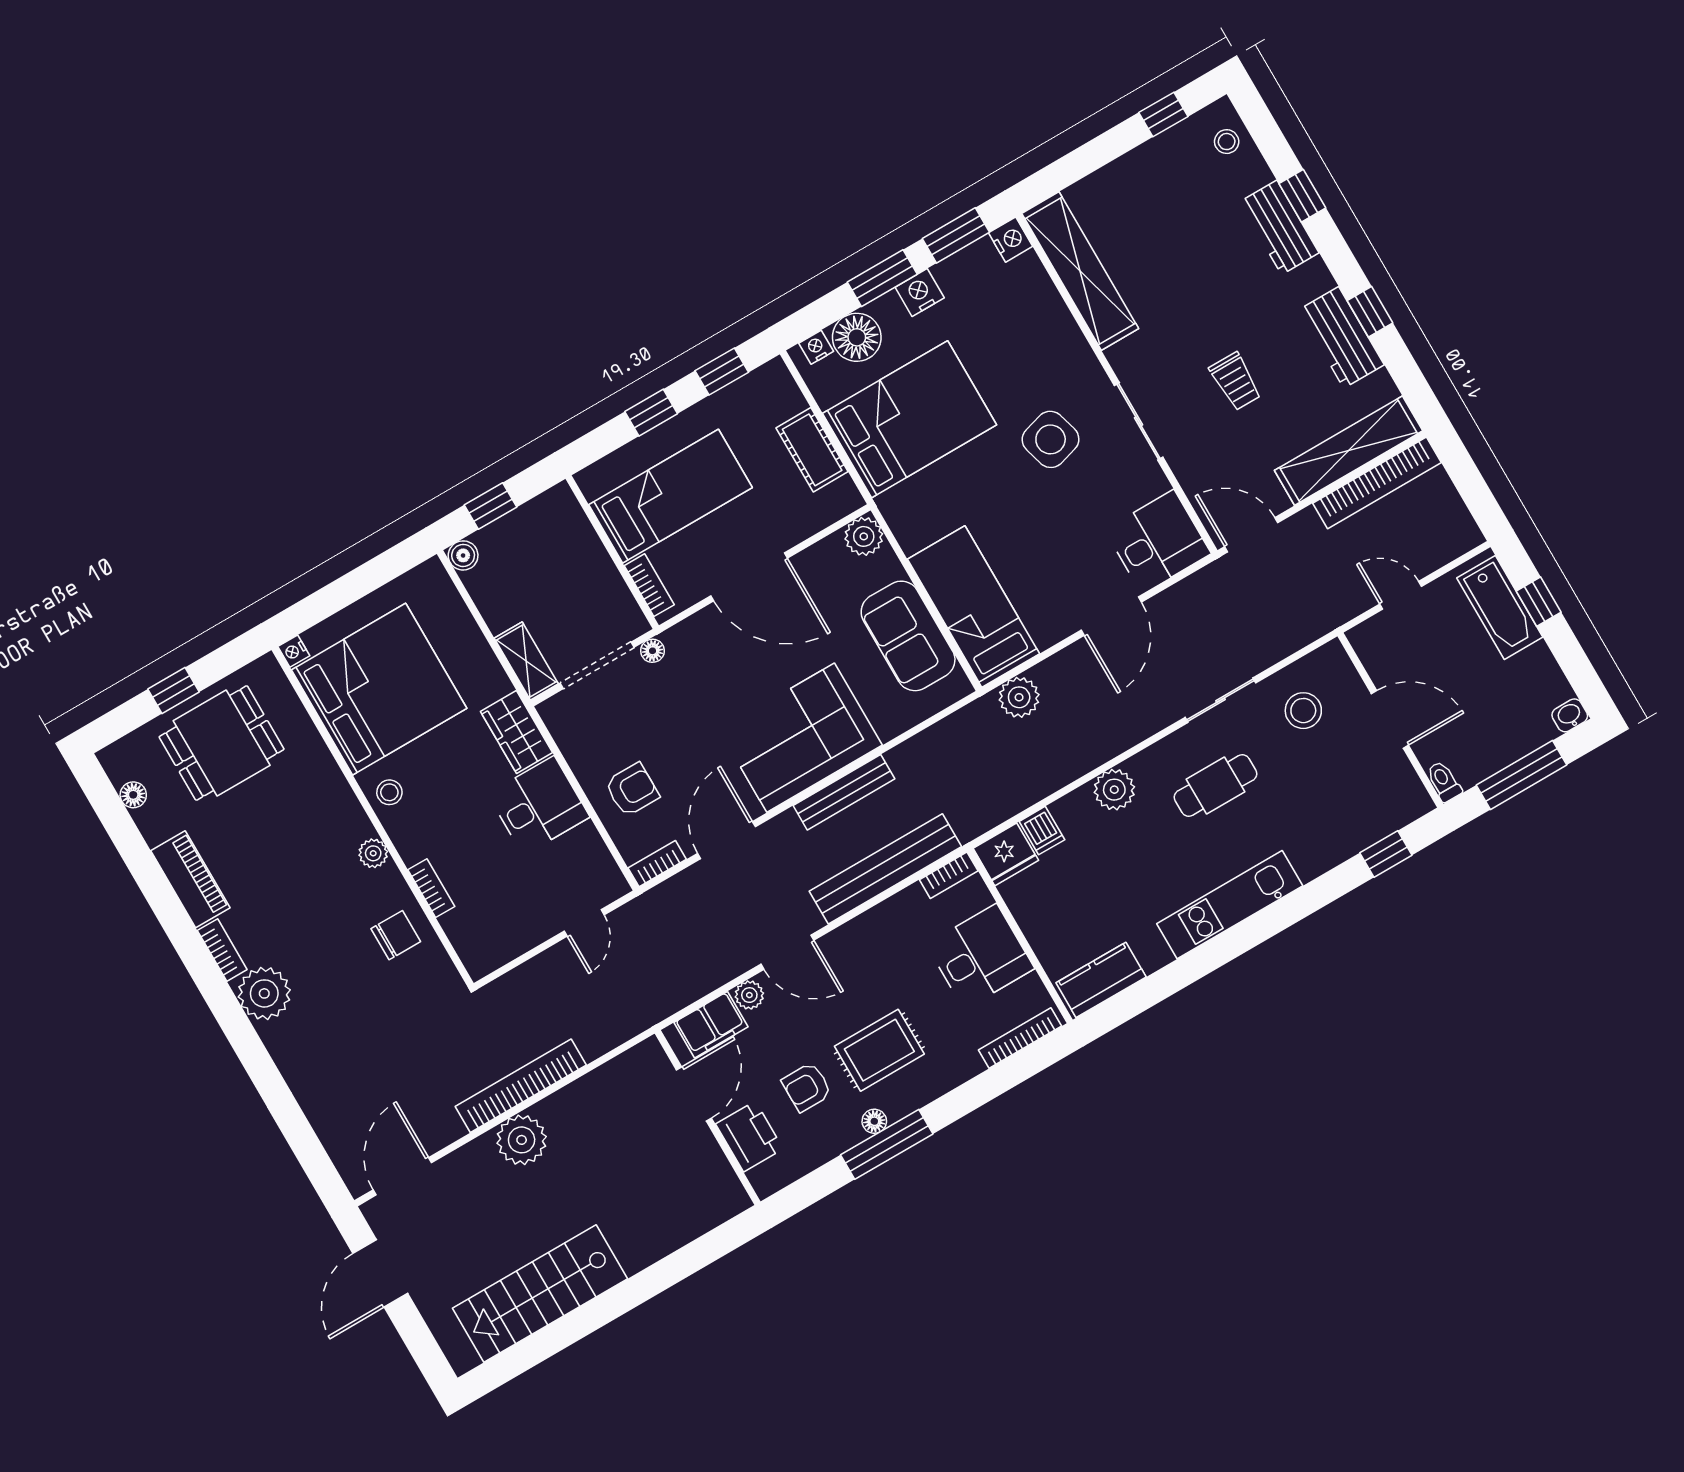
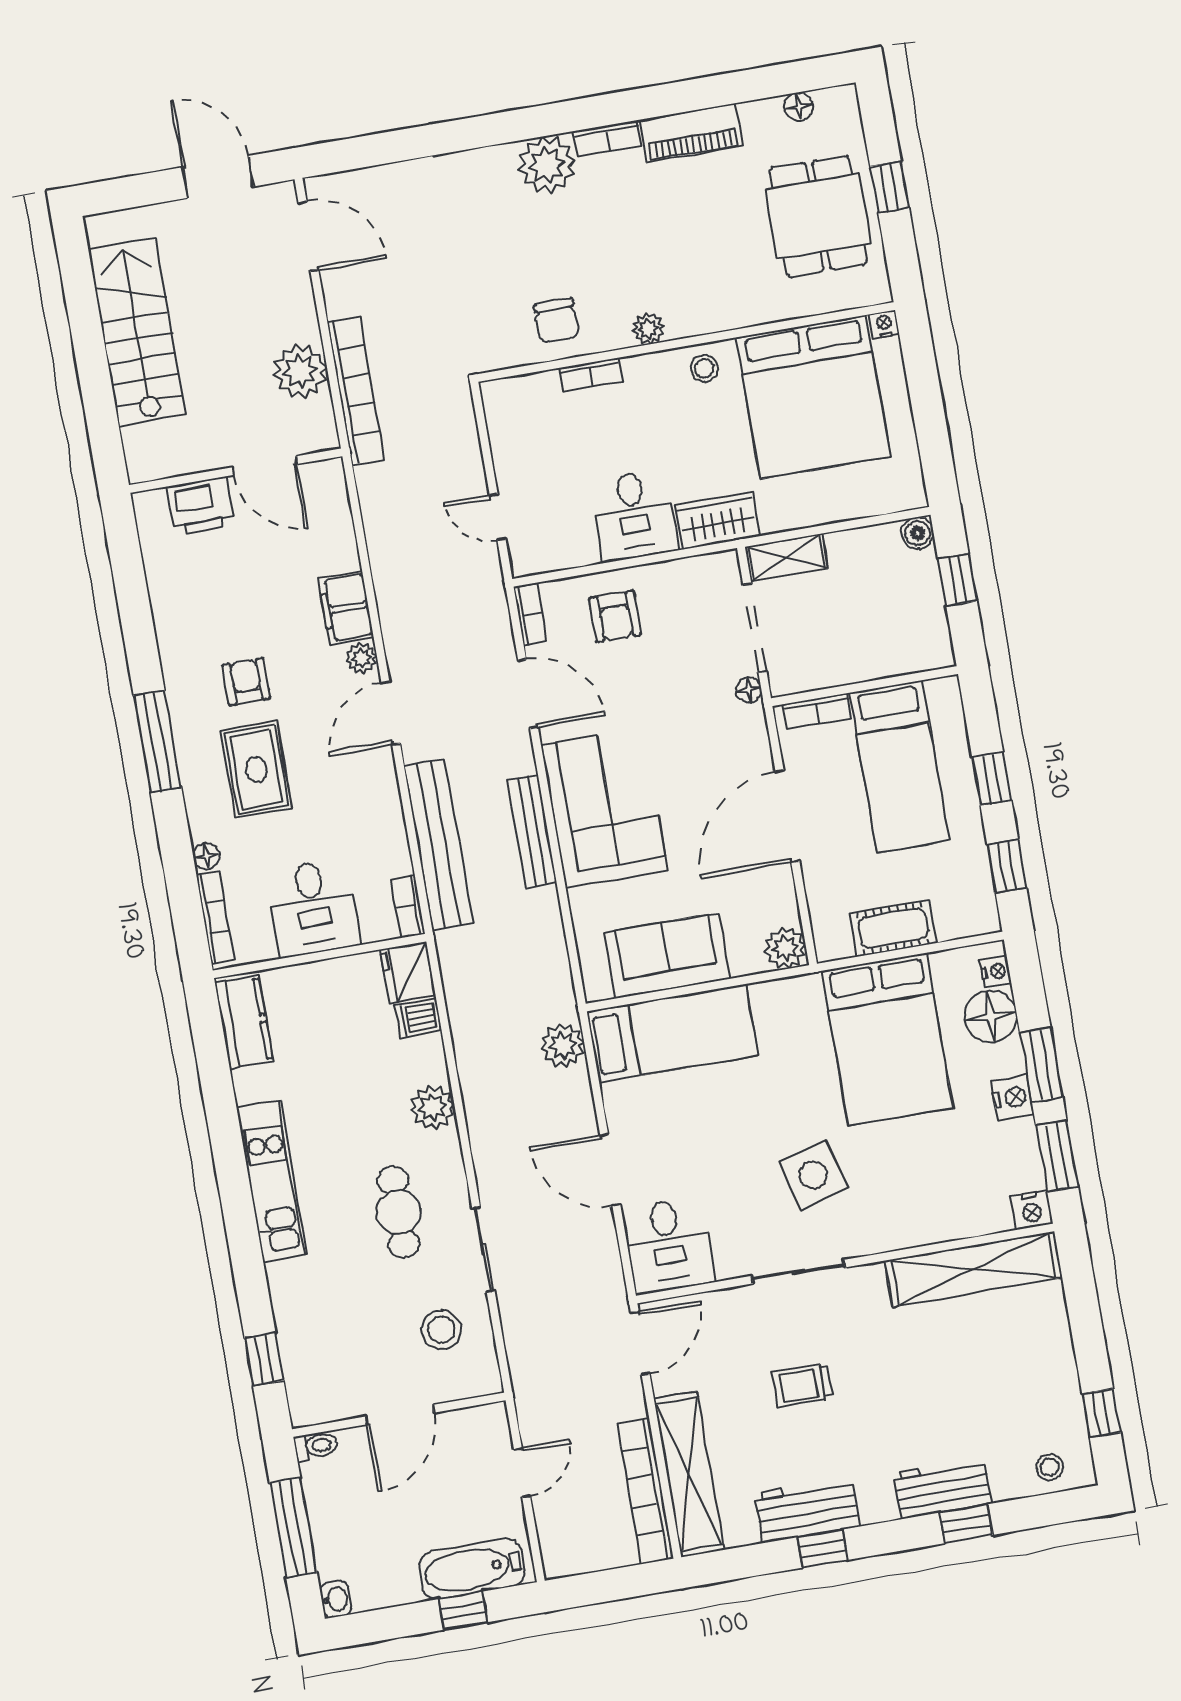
door: (694, 1094) -> (265, 466), moved
wall: (708, 1117) -> (236, 471), moved
floor lamp: (874, 1121) -> (206, 856), moved
printer: (749, 1136) -> (200, 506), moved

